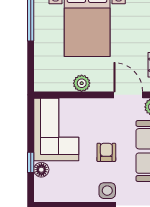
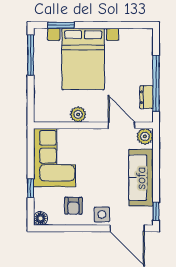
armchair: (106, 152) -> (73, 206), moved, turned 180
floor lamp: (41, 170) -> (41, 218), moved

